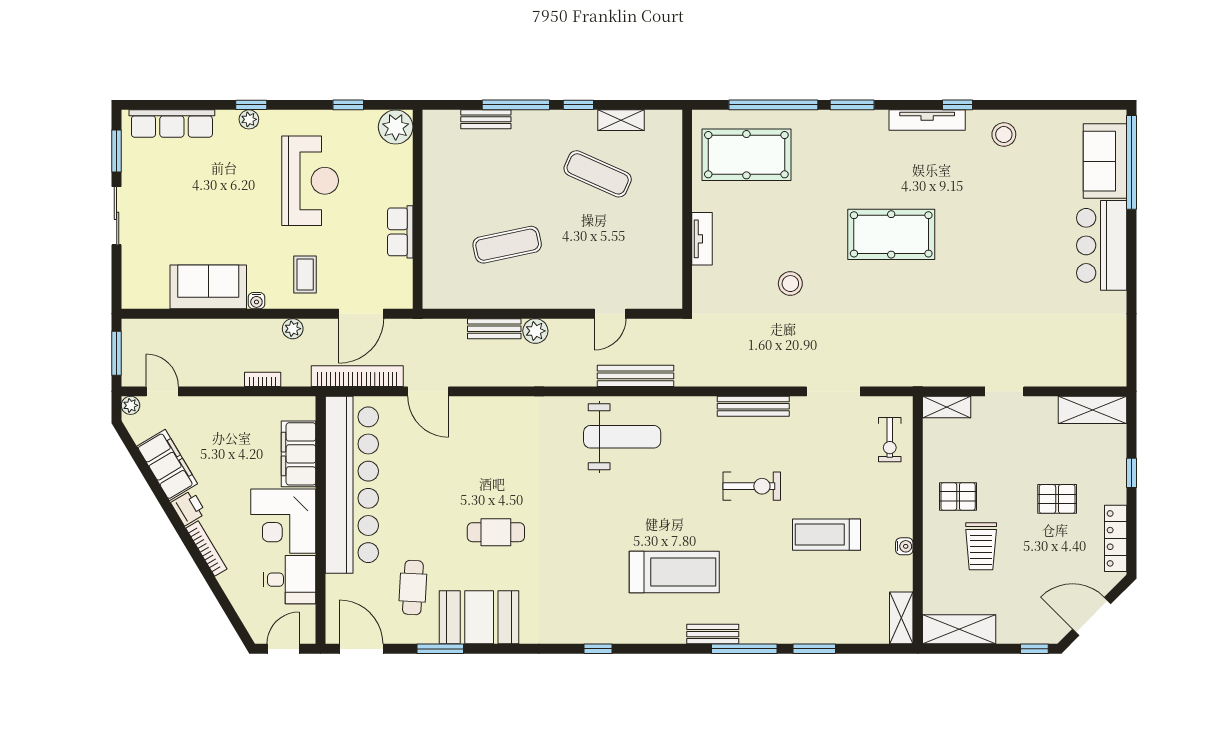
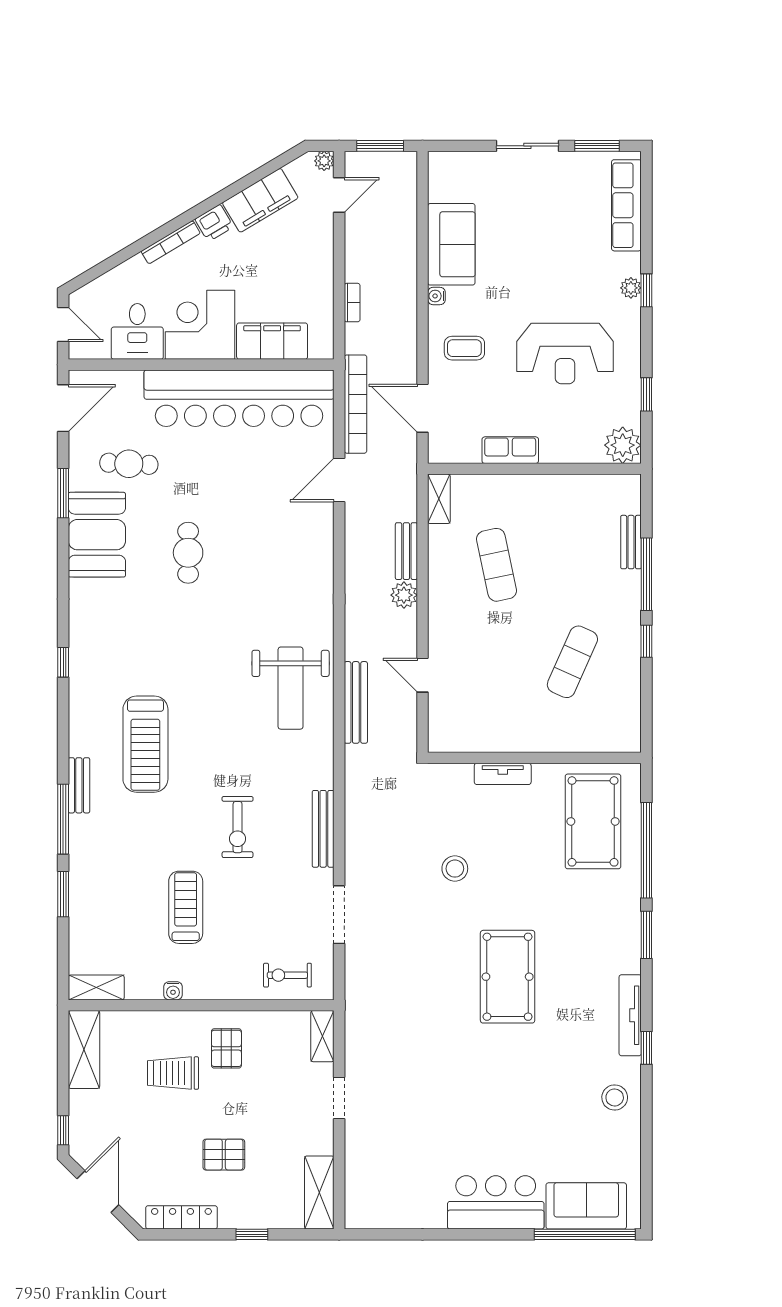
shelving: (621, 120) -> (439, 499), moved
plant: (293, 329) -> (406, 335), removed
pallet: (1057, 499) -> (224, 1155), turned 90

